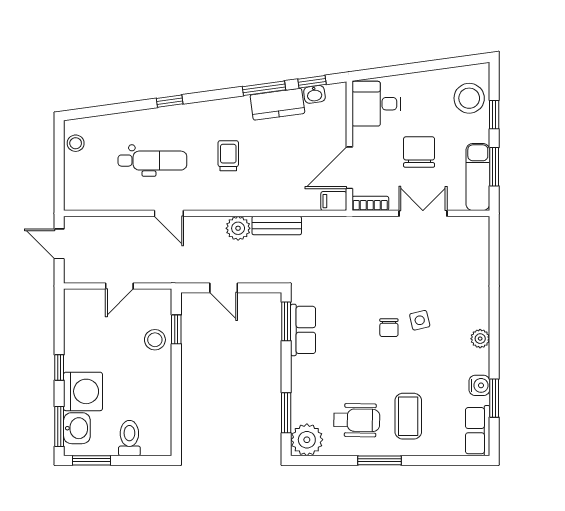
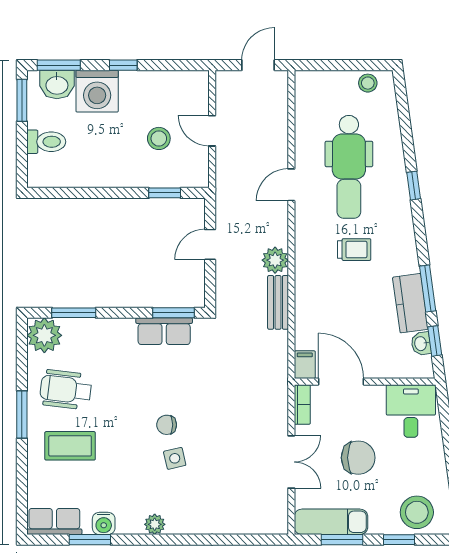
dental chair: (152, 161) -> (349, 167), width x1.36, depth x1.38
stool: (155, 340) -> (159, 138), moved
wheelchair: (357, 420) -> (66, 390), turned 96

